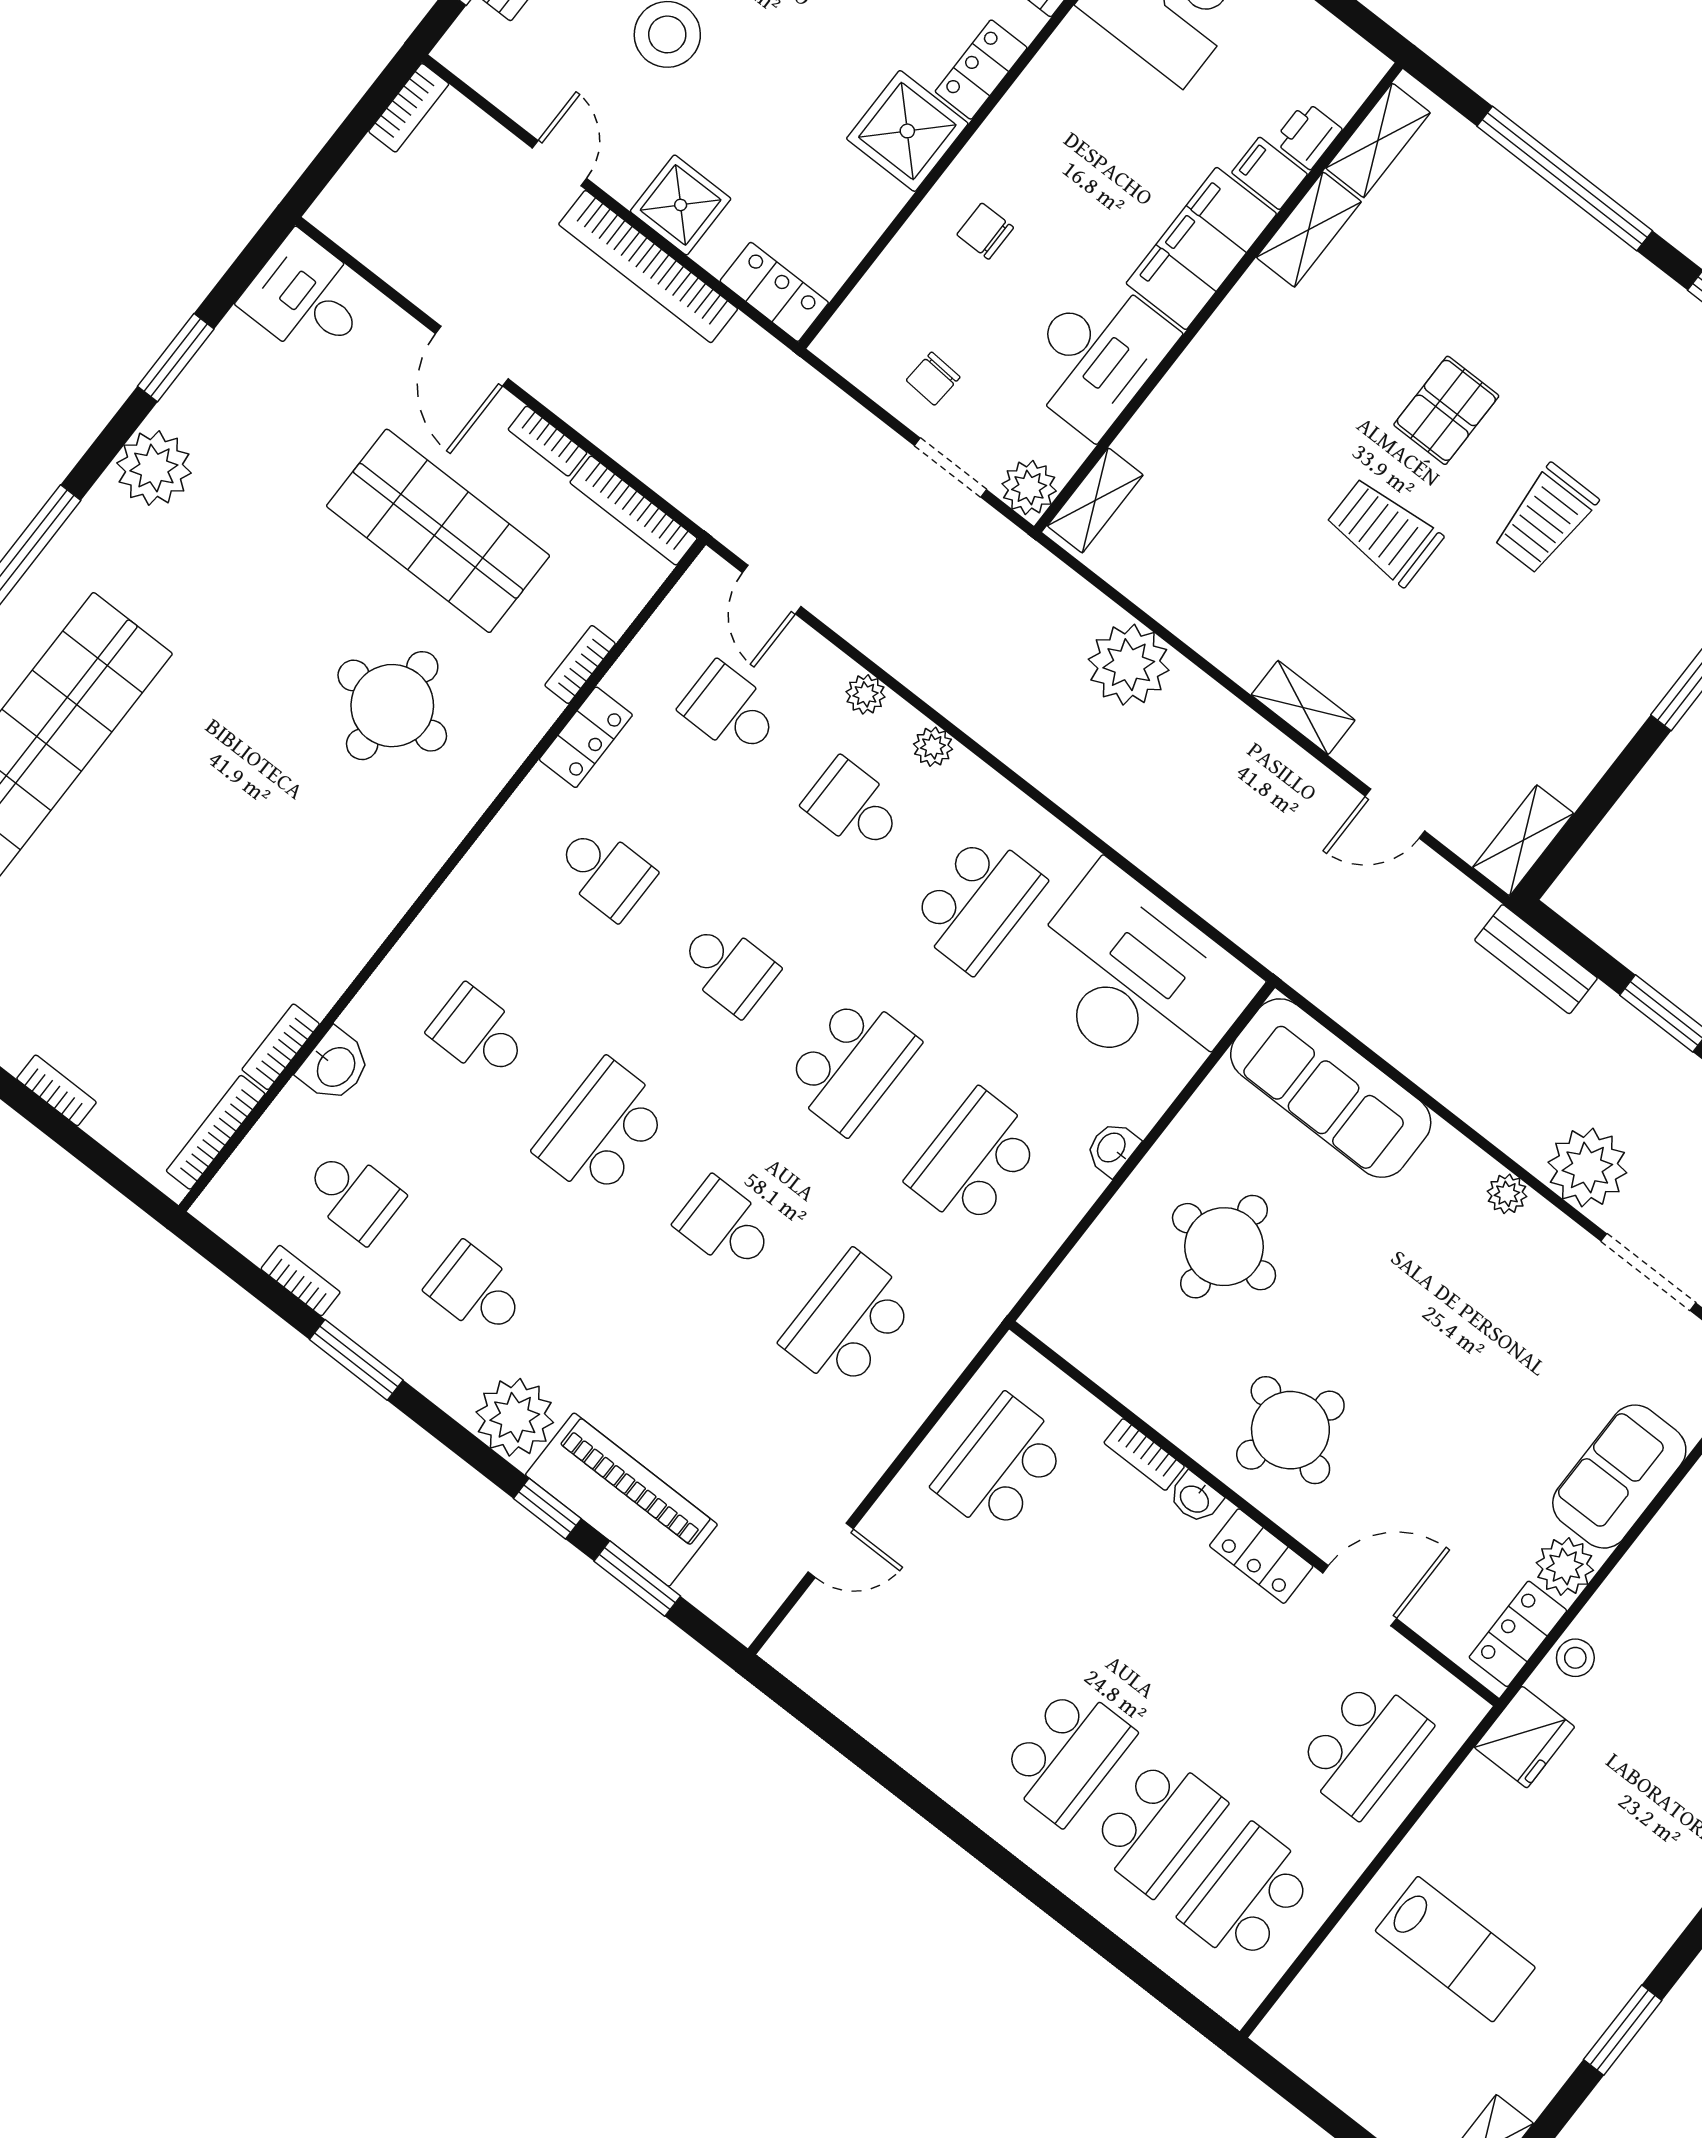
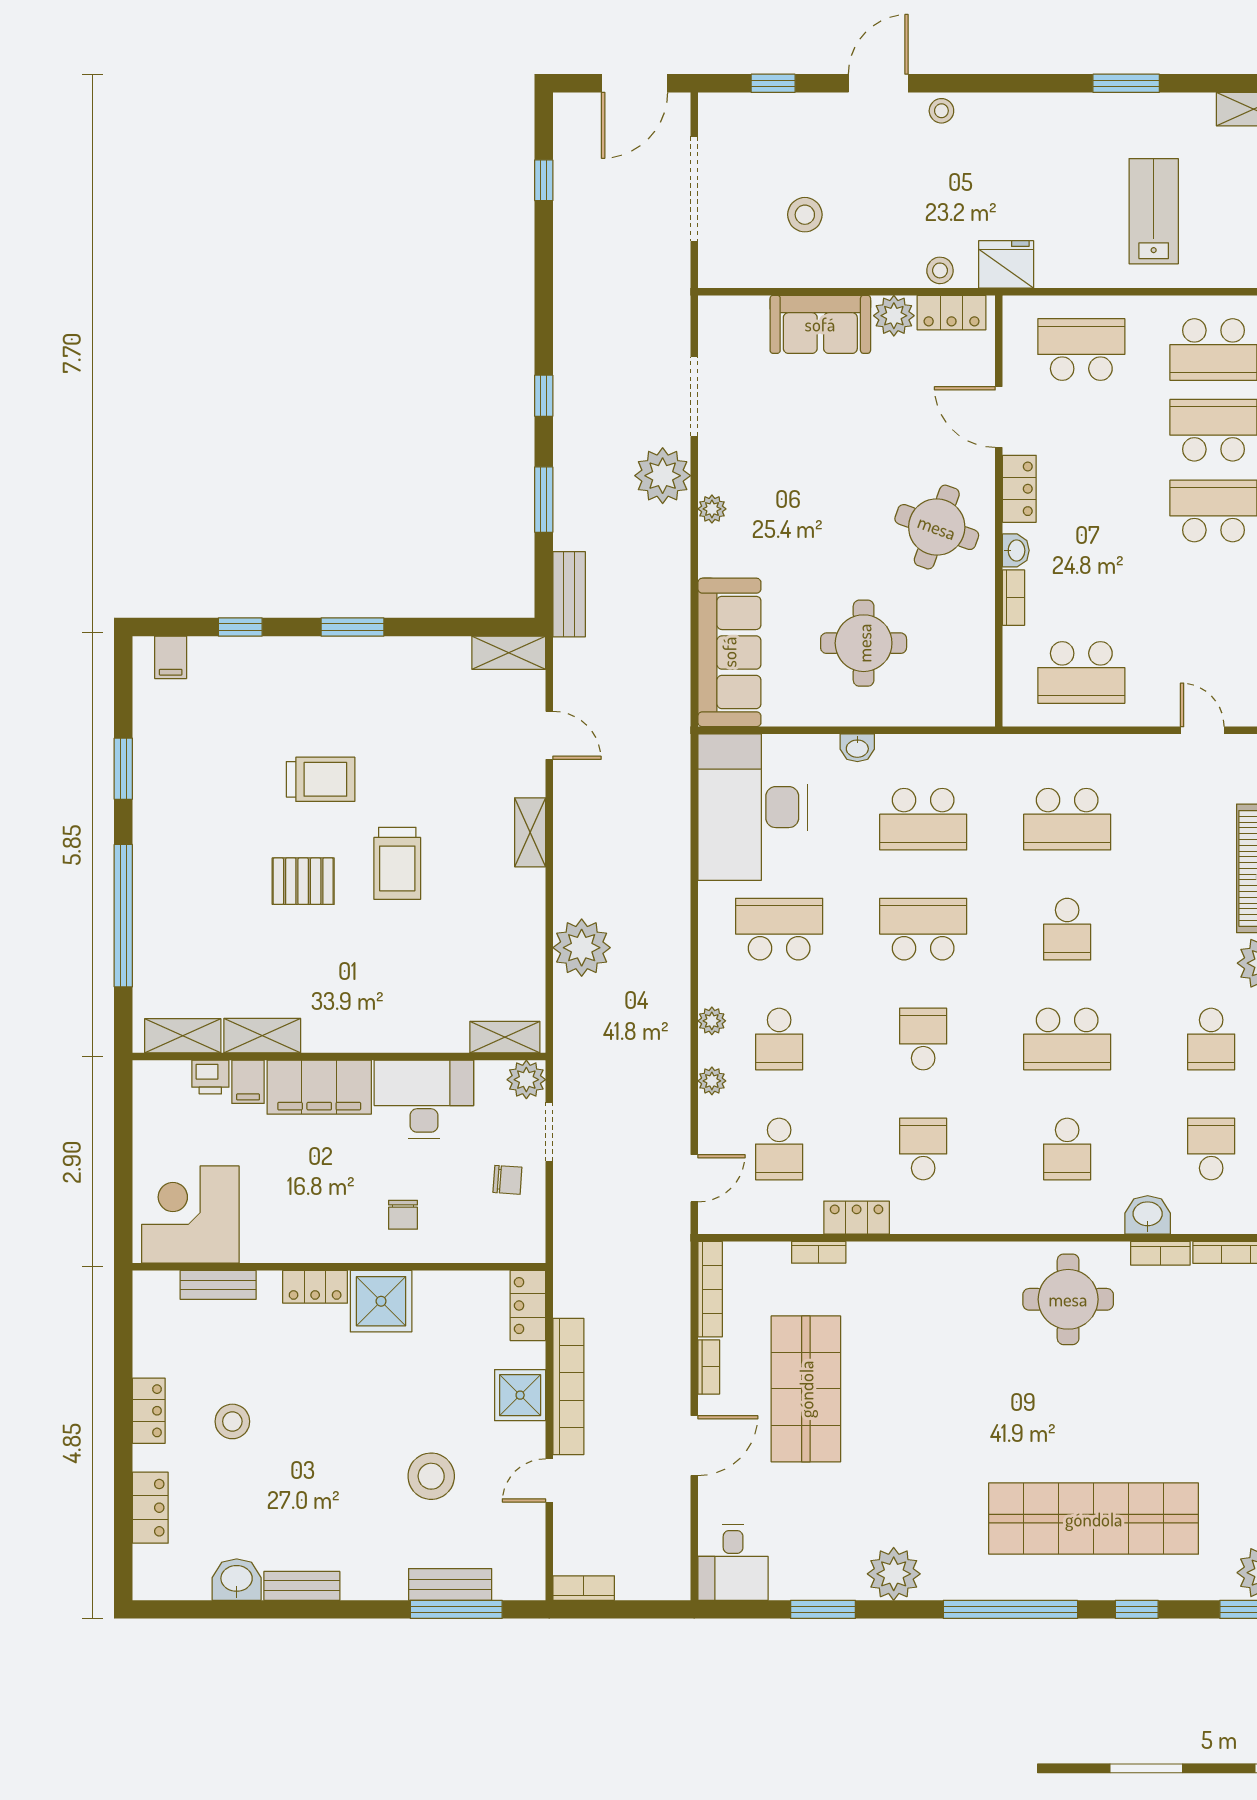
round table: (392, 706) -> (1068, 1299), moved

